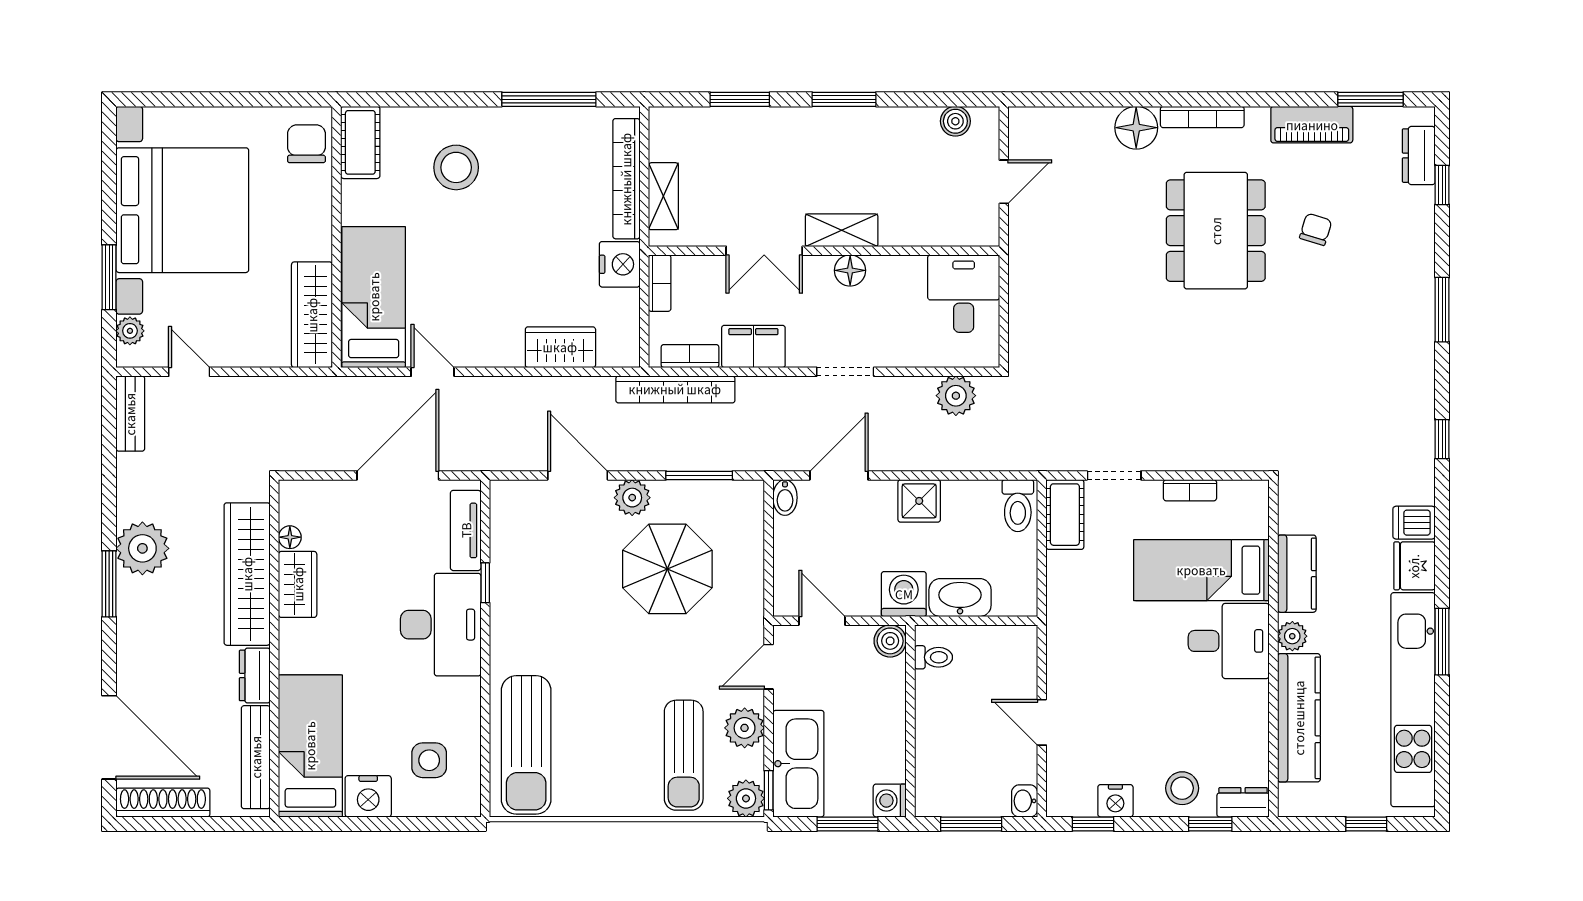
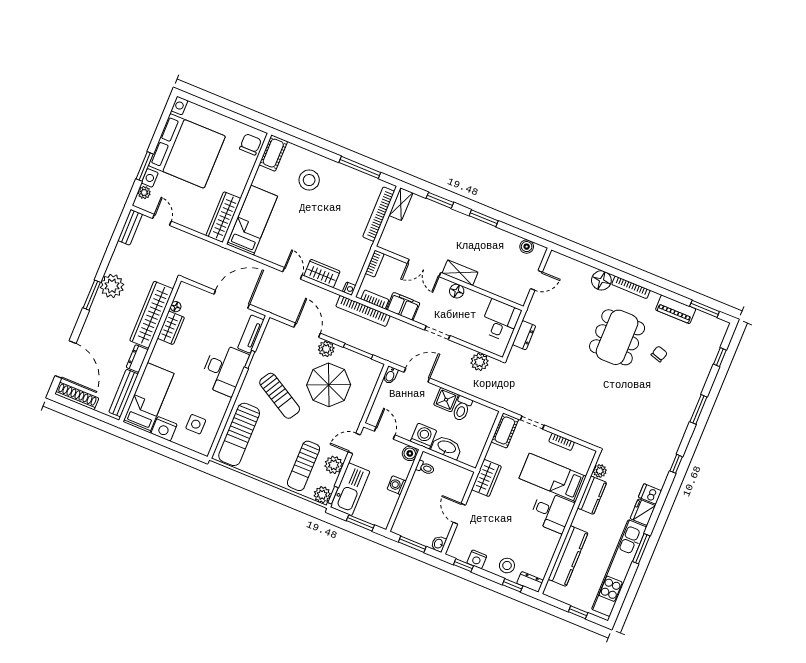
dresser: (1419, 156) -> (524, 335), moved, turned 180
shelving: (663, 196) -> (401, 204), moved
nightstand: (620, 264) -> (349, 289), moved, width x0.53, depth x0.56
door: (433, 372) -> (292, 273), moved
toilet: (1018, 506) -> (462, 409), moved
wardrobe: (1067, 627) -> (486, 478), added
sun lounger: (576, 632) -> (280, 396), added
plant: (1292, 636) -> (600, 471), moved
washing machine: (890, 801) -> (397, 485), moved

